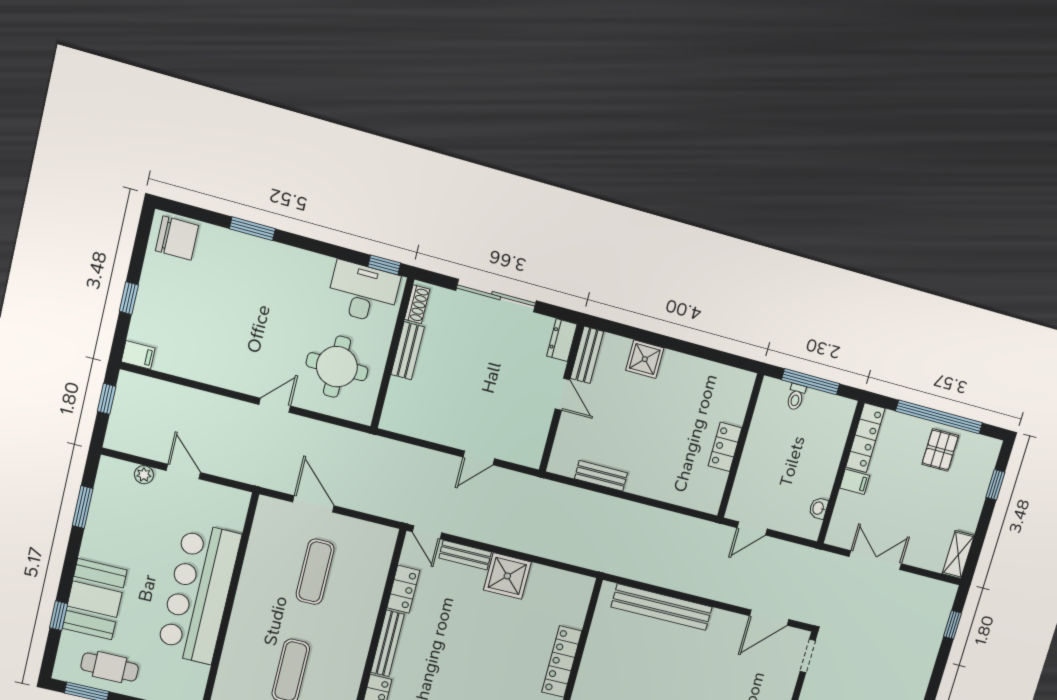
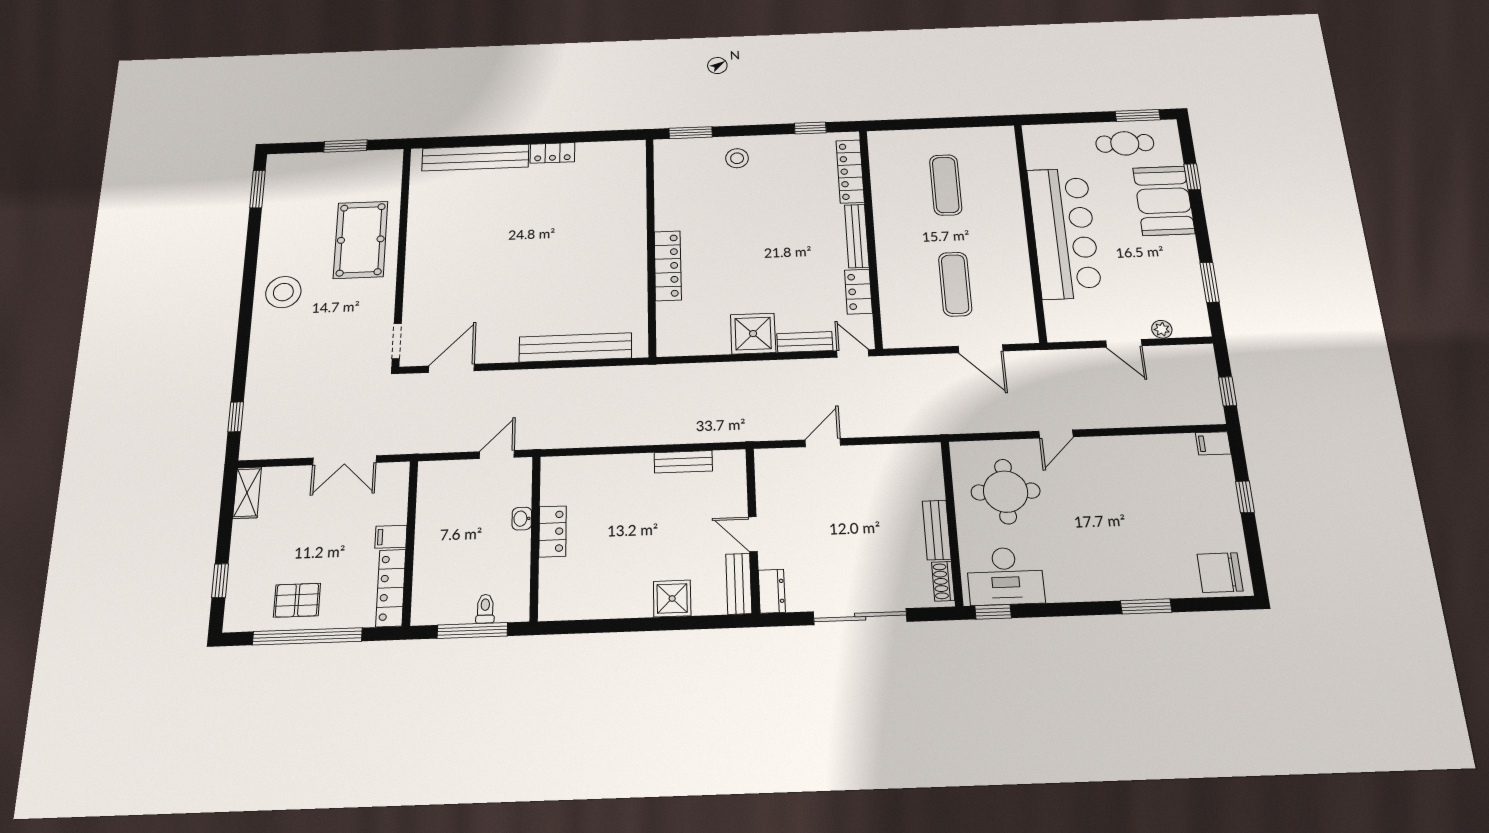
pallet: (940, 450) -> (297, 600), turned 90
washbasin: (819, 508) -> (522, 519), moved, turned 180

